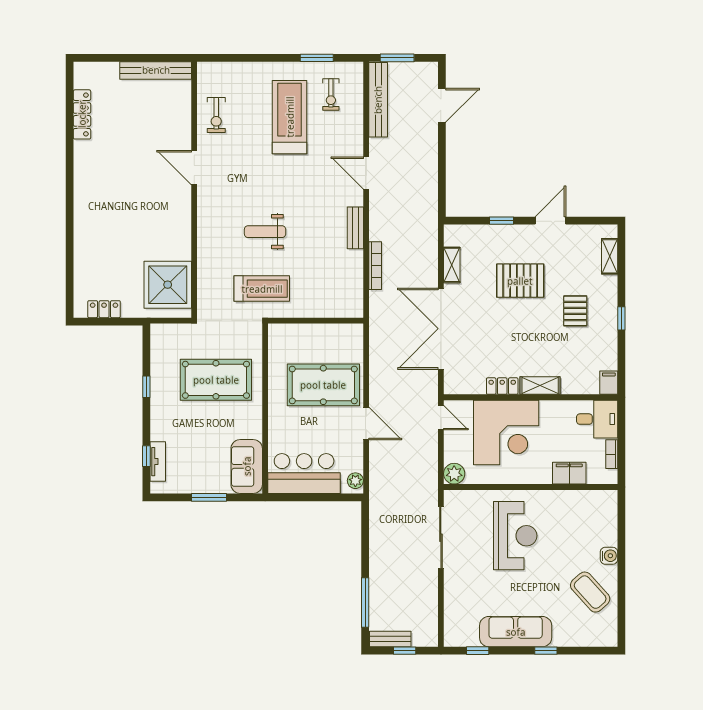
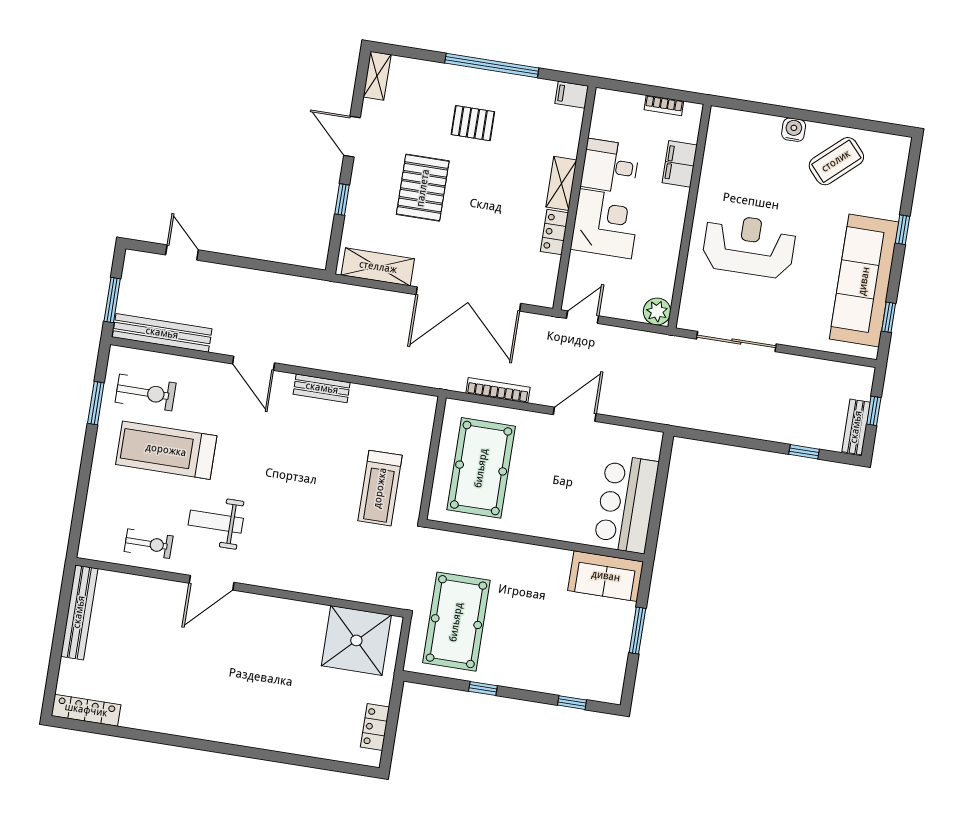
exercise bike: (331, 94) -> (146, 393), width x1.38, depth x1.39
door: (442, 105) -> (182, 252), width x0.73
locker: (82, 114) -> (86, 710), moved
door: (366, 173) -> (254, 363), hinge flipped
weight bench: (265, 232) -> (216, 522), moved, turned 90
shelving: (610, 256) -> (377, 76), moved, turned 90
shelving: (452, 265) -> (378, 267), width x1.50, depth x1.33
bookcase: (375, 266) -> (498, 390), moved
treadmill: (262, 289) -> (380, 488), moved, turned 180
window: (621, 318) -> (492, 66), width x3.17
pool table: (216, 380) -> (456, 622), moved
pool table: (323, 385) -> (481, 468), moved
desk: (597, 419) -> (610, 166), moved, turned -90
corner desk: (506, 432) -> (605, 224), width x0.74, depth x0.74
tv unit: (158, 462) -> (581, 689), removed
plant: (355, 481) -> (646, 440), removed
window: (365, 602) -> (804, 452), width x0.46
sofa: (516, 632) -> (864, 281), width x1.36, depth x1.27

